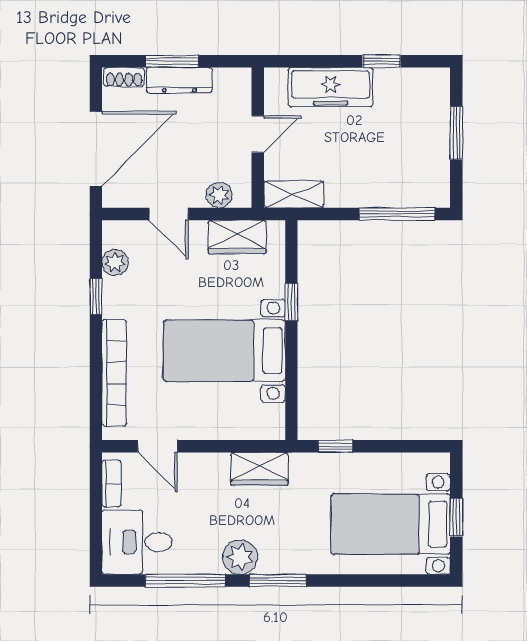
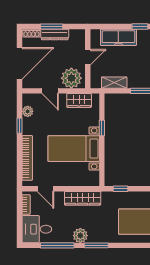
shelving: (294, 194) -> (114, 83), moved
plant: (219, 195) -> (71, 78), width x1.88, depth x1.88
wardrobe: (260, 469) -> (83, 198), width x1.50

